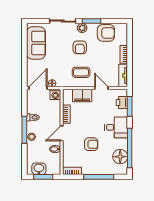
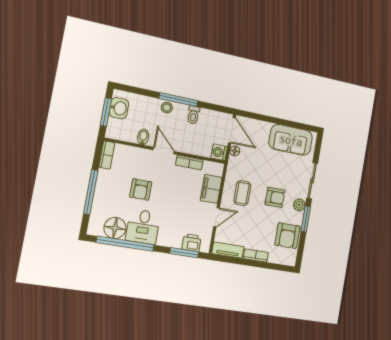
armchair: (80, 47) -> (275, 197), turned 180
desk: (116, 127) -> (143, 227), moved

